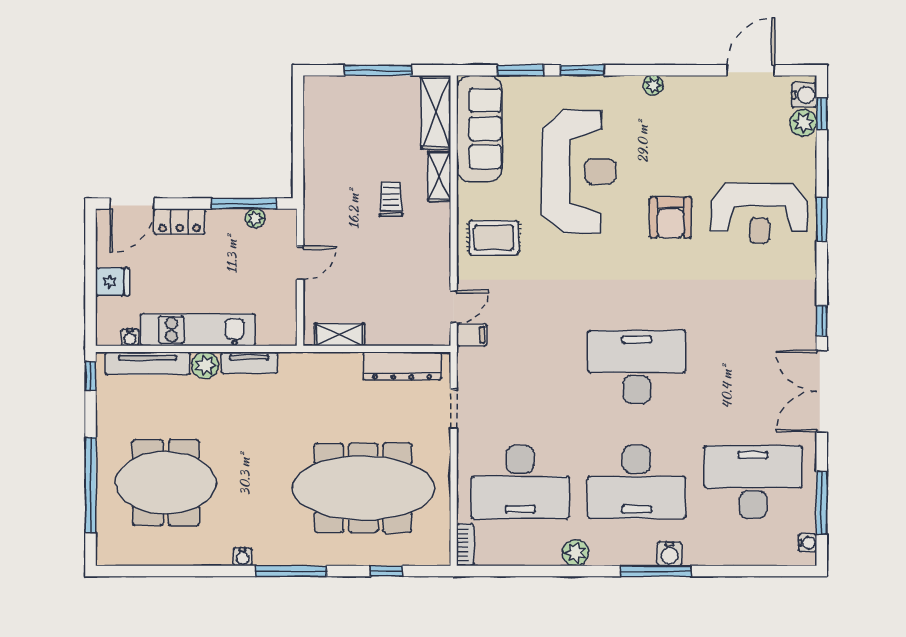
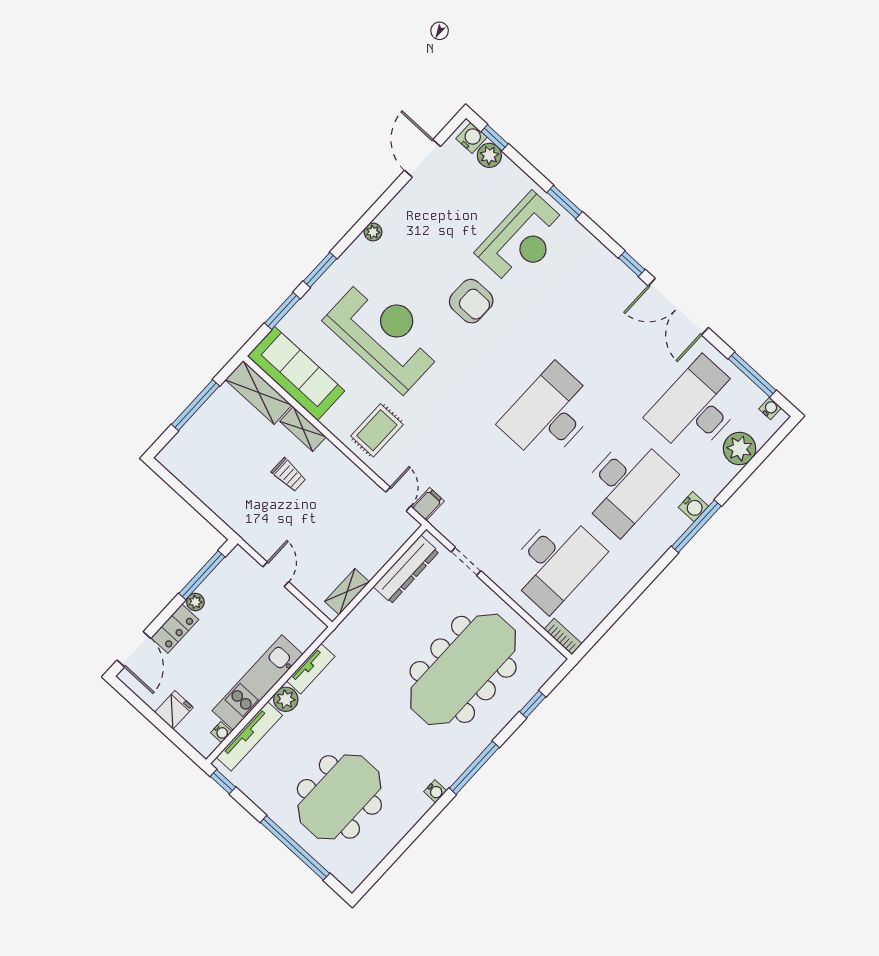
trolley: (391, 199) -> (289, 475), turned 180
plant: (255, 218) -> (195, 602), moved
plant: (576, 553) -> (740, 449), moved, width x1.36, depth x1.36

